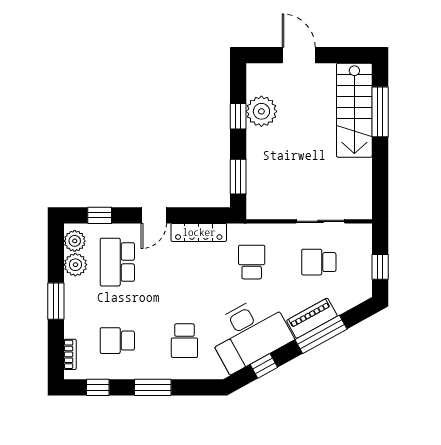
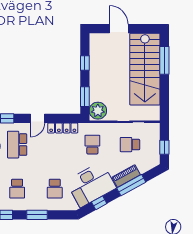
stairs: (354, 110) -> (145, 69), width x1.36, depth x1.51
plant: (261, 111) -> (98, 111), moved
school desk: (117, 341) -> (17, 189), turned -90

